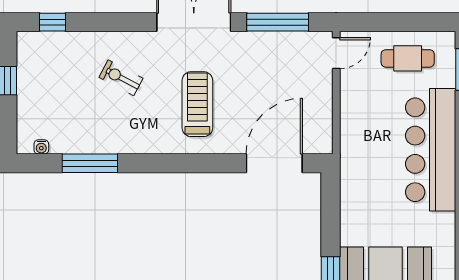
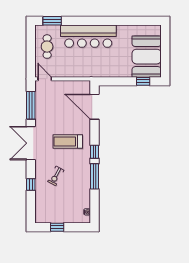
window: (53, 22) -> (31, 185), moved
window: (90, 163) -> (94, 176), moved
window: (175, 163) -> (94, 152), added

